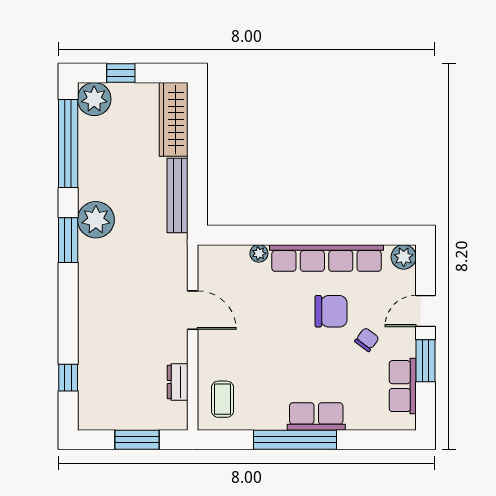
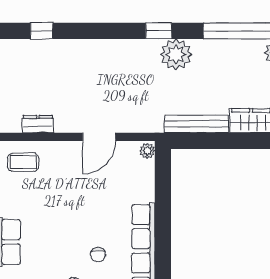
window: (68, 240) -> (159, 31), width x0.67
plant: (259, 253) -> (147, 151), moved
chair: (331, 311) -> (98, 255), width x0.54, depth x0.54

